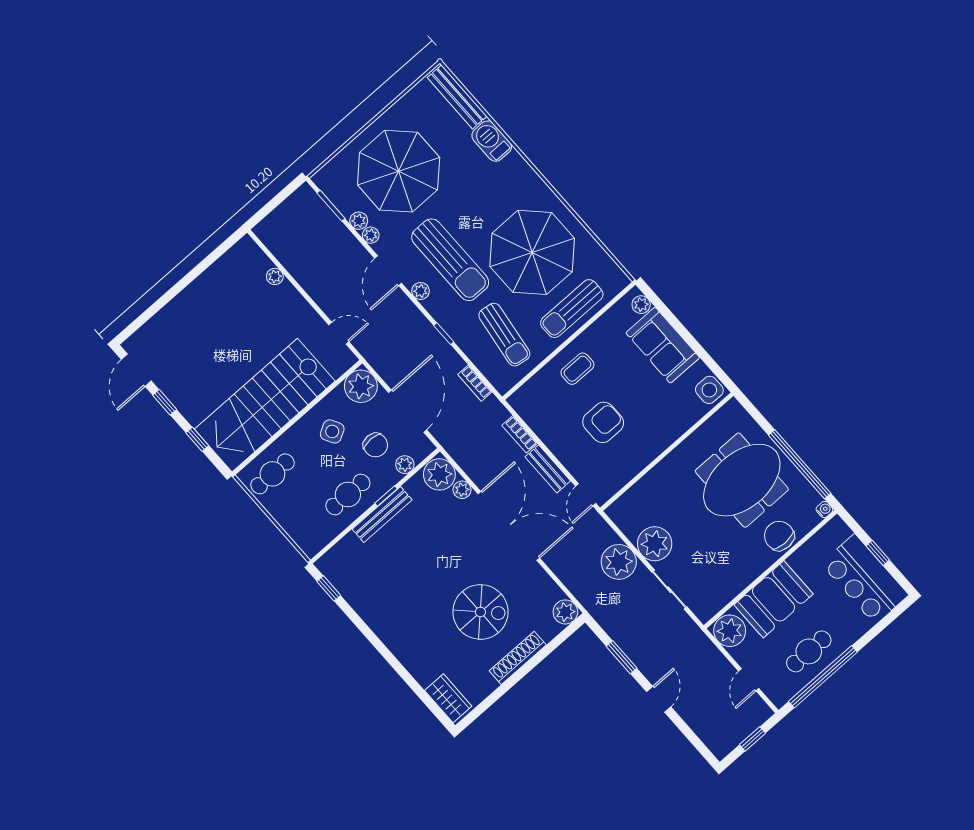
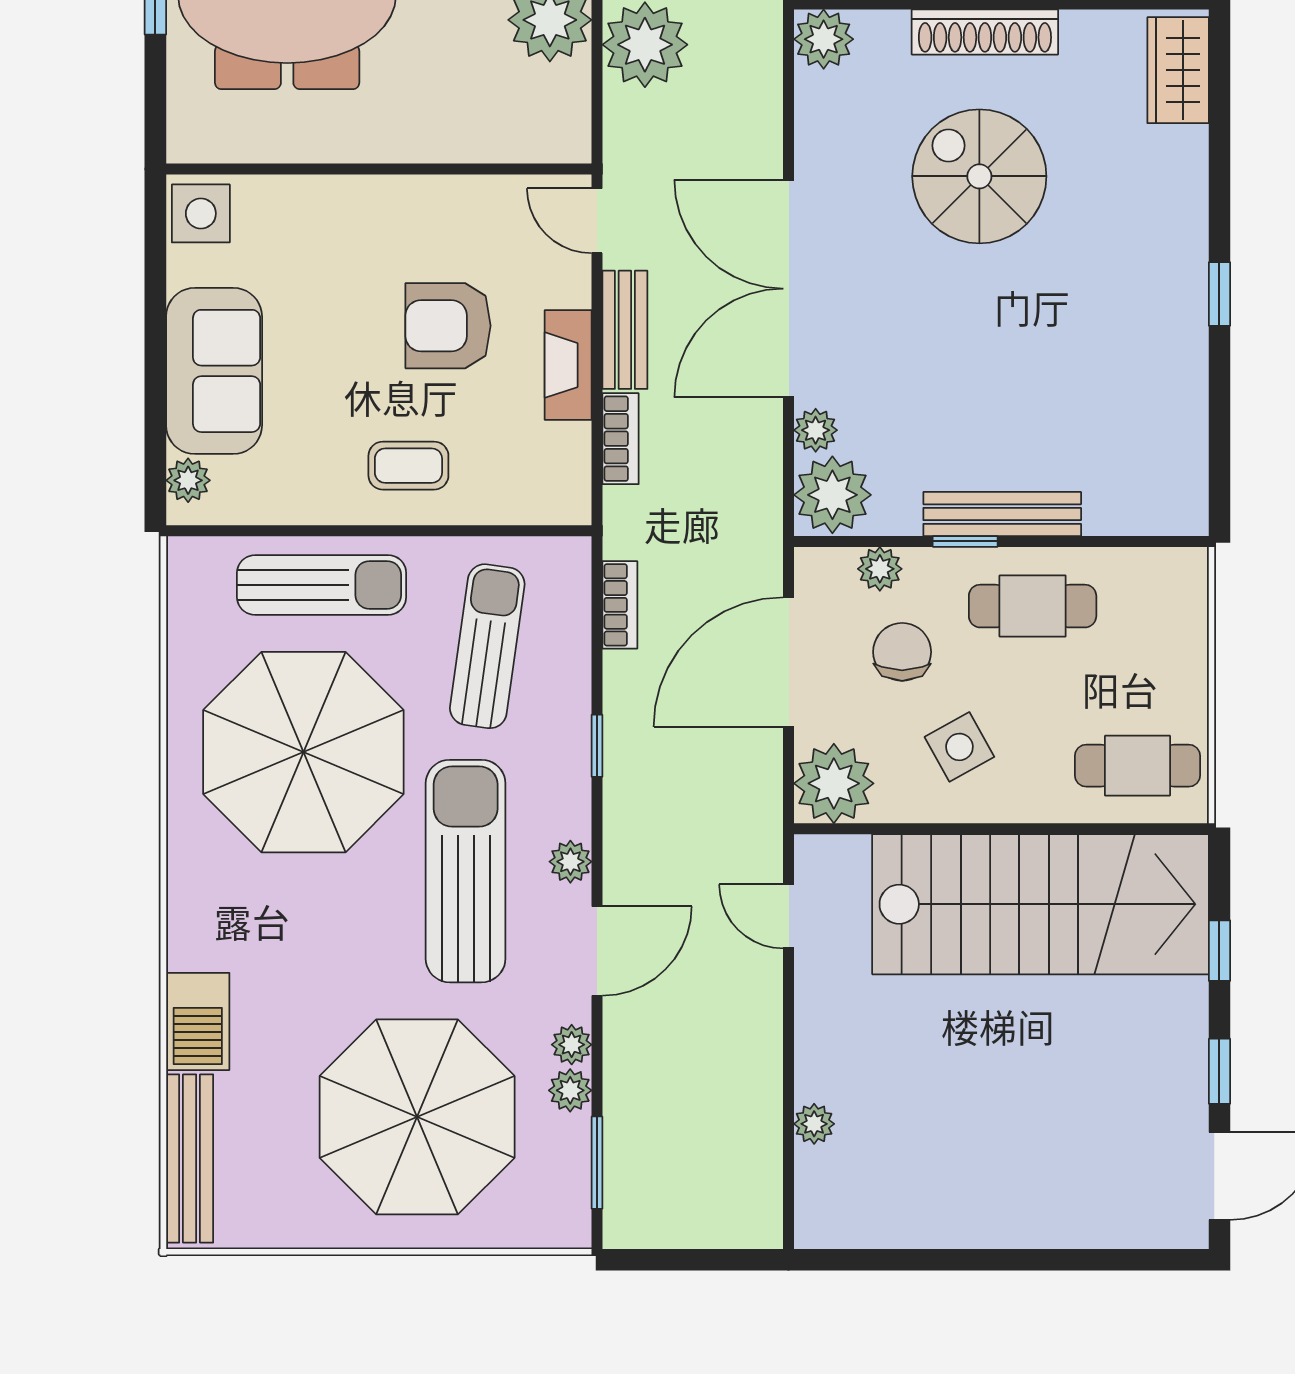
fireplace: (556, 443) -> (568, 365), added
door: (586, 495) -> (597, 221), swing flipped
window: (329, 588) -> (1219, 294), moved

